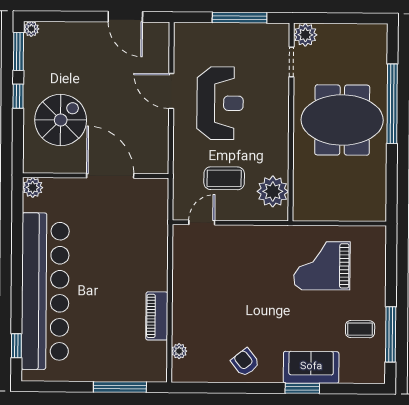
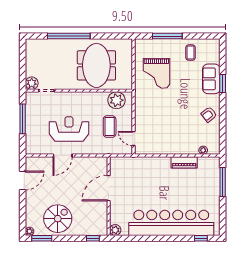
window: (18, 96) -> (93, 238), moved
spiral stairs: (61, 120) -> (58, 219), moved, turned 90
meeting table: (342, 120) -> (96, 65), moved
window: (391, 334) -> (167, 36), moved

